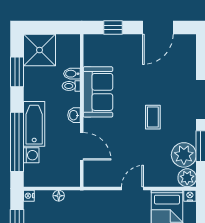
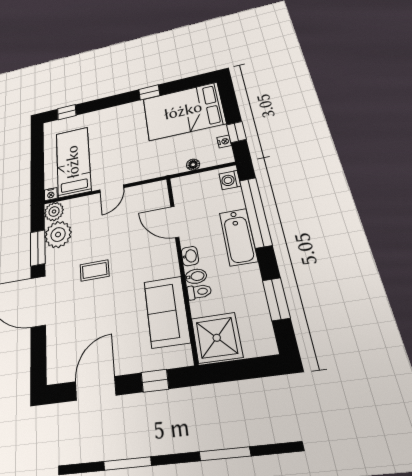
shower: (40, 50) -> (217, 338), moved
bidet: (72, 74) -> (196, 276), moved
sofa: (98, 92) -> (167, 312), moved
coffee table: (153, 117) -> (95, 270), turned 90
washing machine: (31, 155) -> (230, 180), moved
nightstand: (29, 196) -> (224, 141), moved

